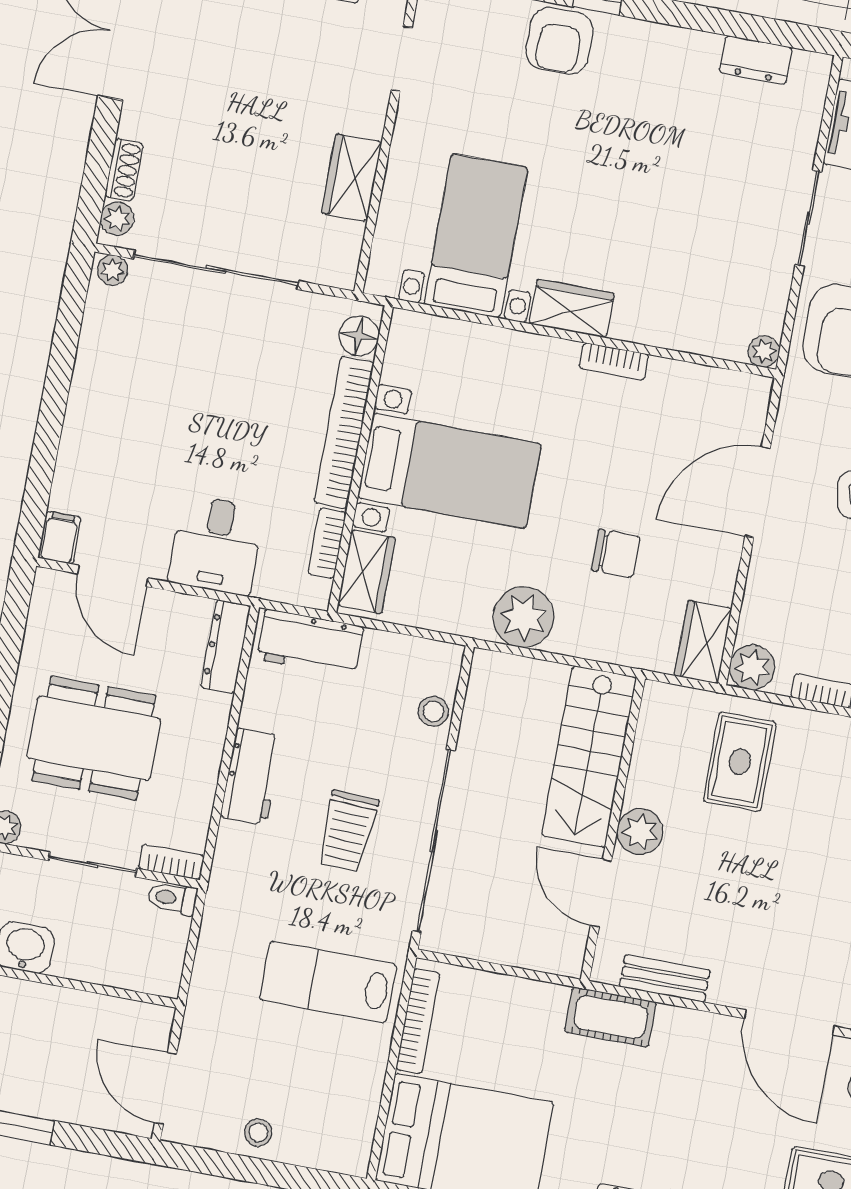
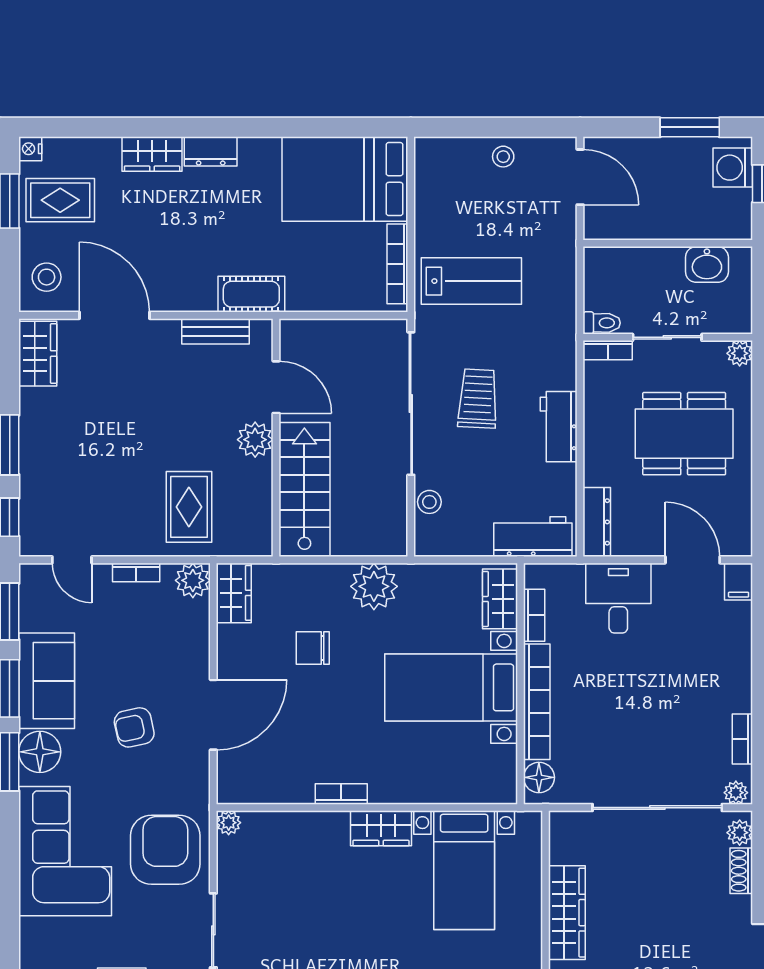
wardrobe: (352, 178) -> (567, 913), width x1.50
bookcase: (92, 337) -> (742, 739), added

